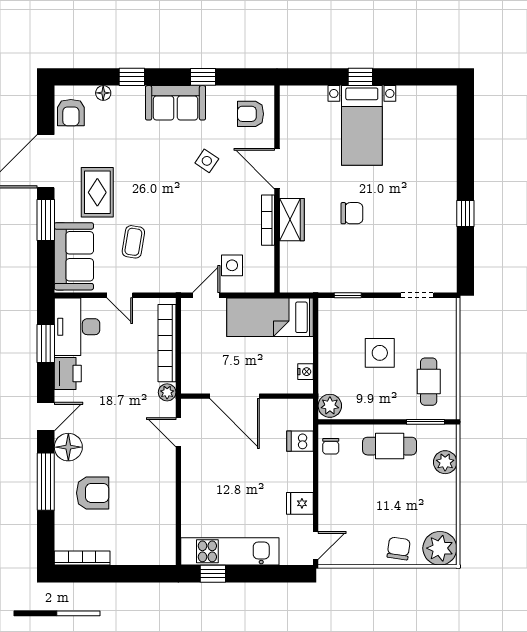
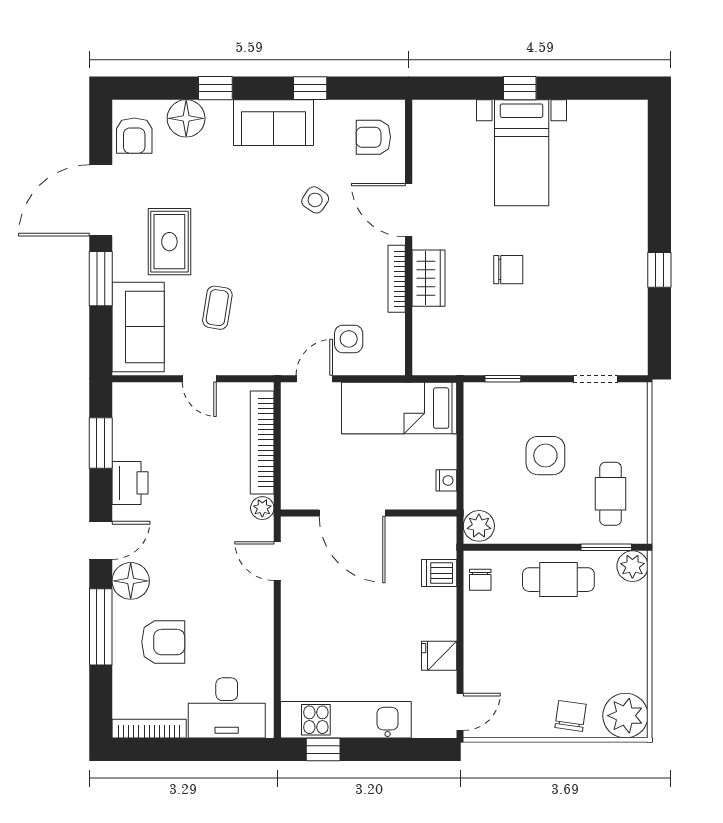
floor lamp: (103, 93) -> (186, 118), width x1.89, depth x1.89
desk: (77, 327) -> (227, 708), moved, turned -90
plant: (445, 462) -> (632, 566), moved

